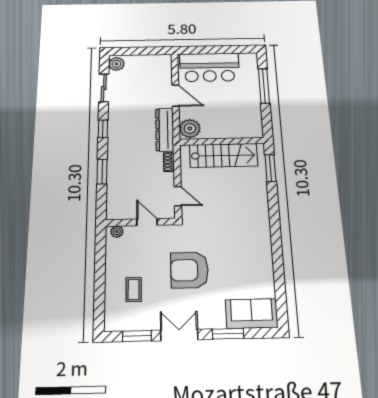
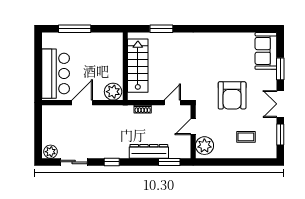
dresser: (165, 130) -> (149, 151), moved, turned 180
window: (270, 168) -> (161, 29), moved
window: (102, 172) -> (169, 162), moved
plant: (117, 232) -> (204, 146), width x1.88, depth x1.88

